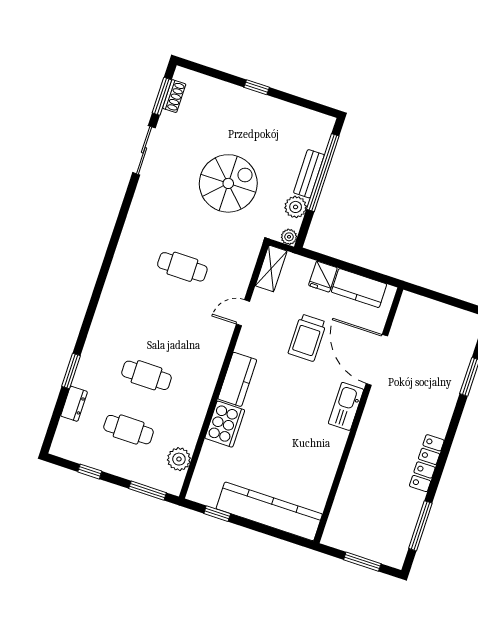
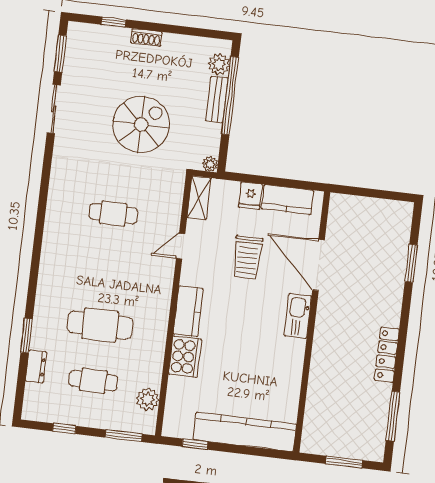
window: (257, 87) -> (114, 22), moved
shoe rack: (174, 96) -> (146, 37), moved, turned 90
plant: (296, 207) -> (219, 64), moved
cafe table: (147, 375) -> (100, 325), width x1.37, depth x1.35

